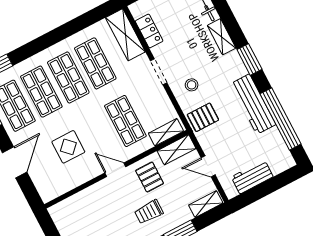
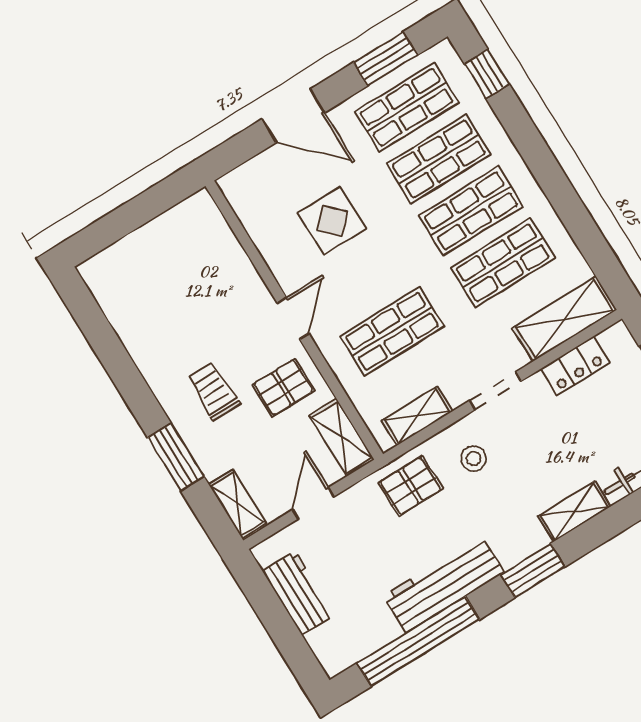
pallet: (203, 117) -> (410, 486), turned 90
shelving: (166, 132) -> (417, 416), moved, turned 90

